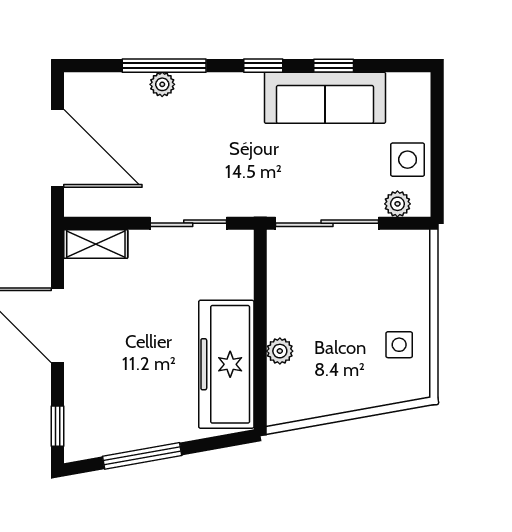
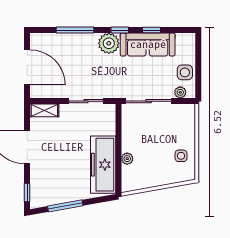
plant: (162, 84) -> (109, 43), moved, width x1.88, depth x1.88

